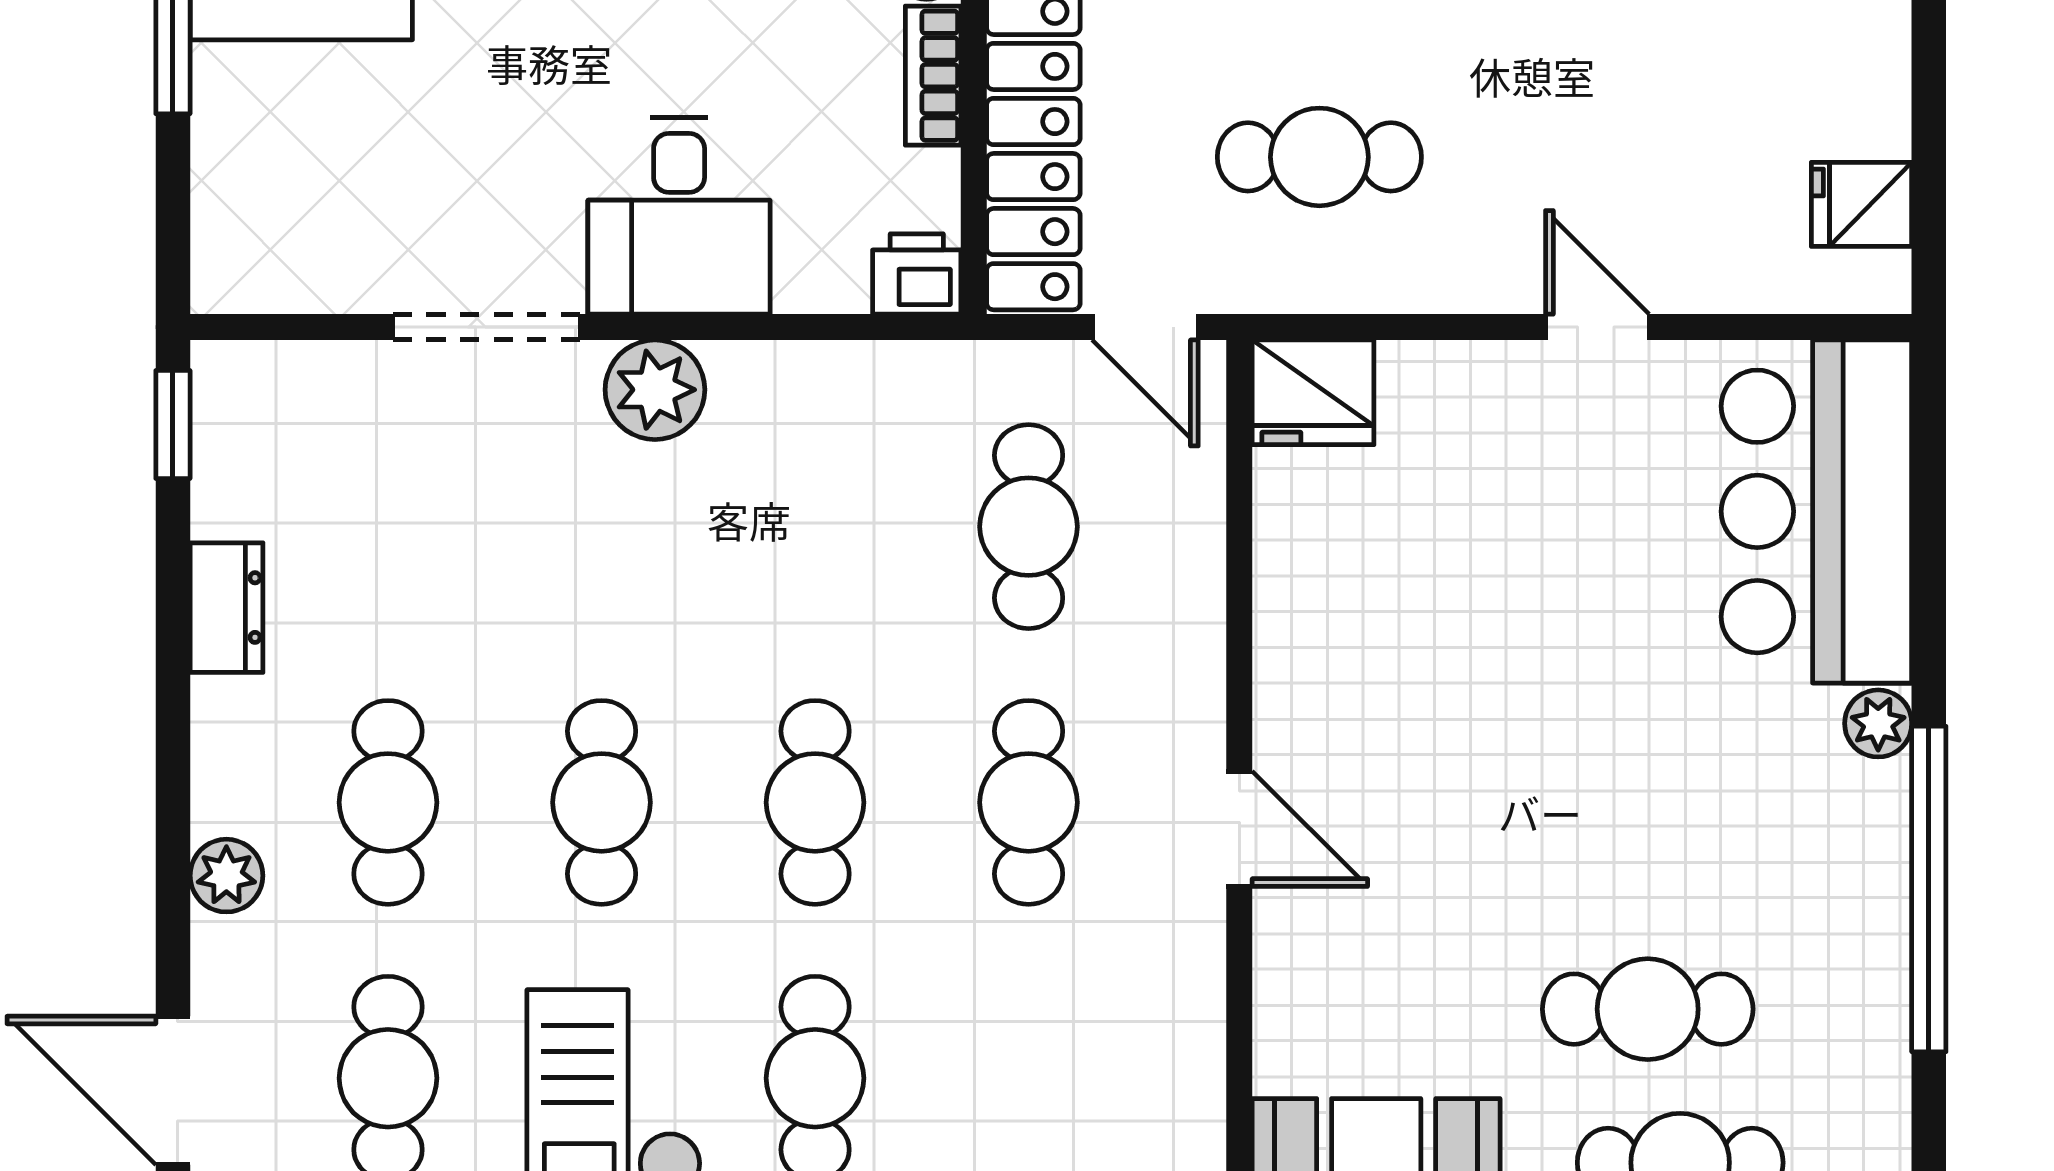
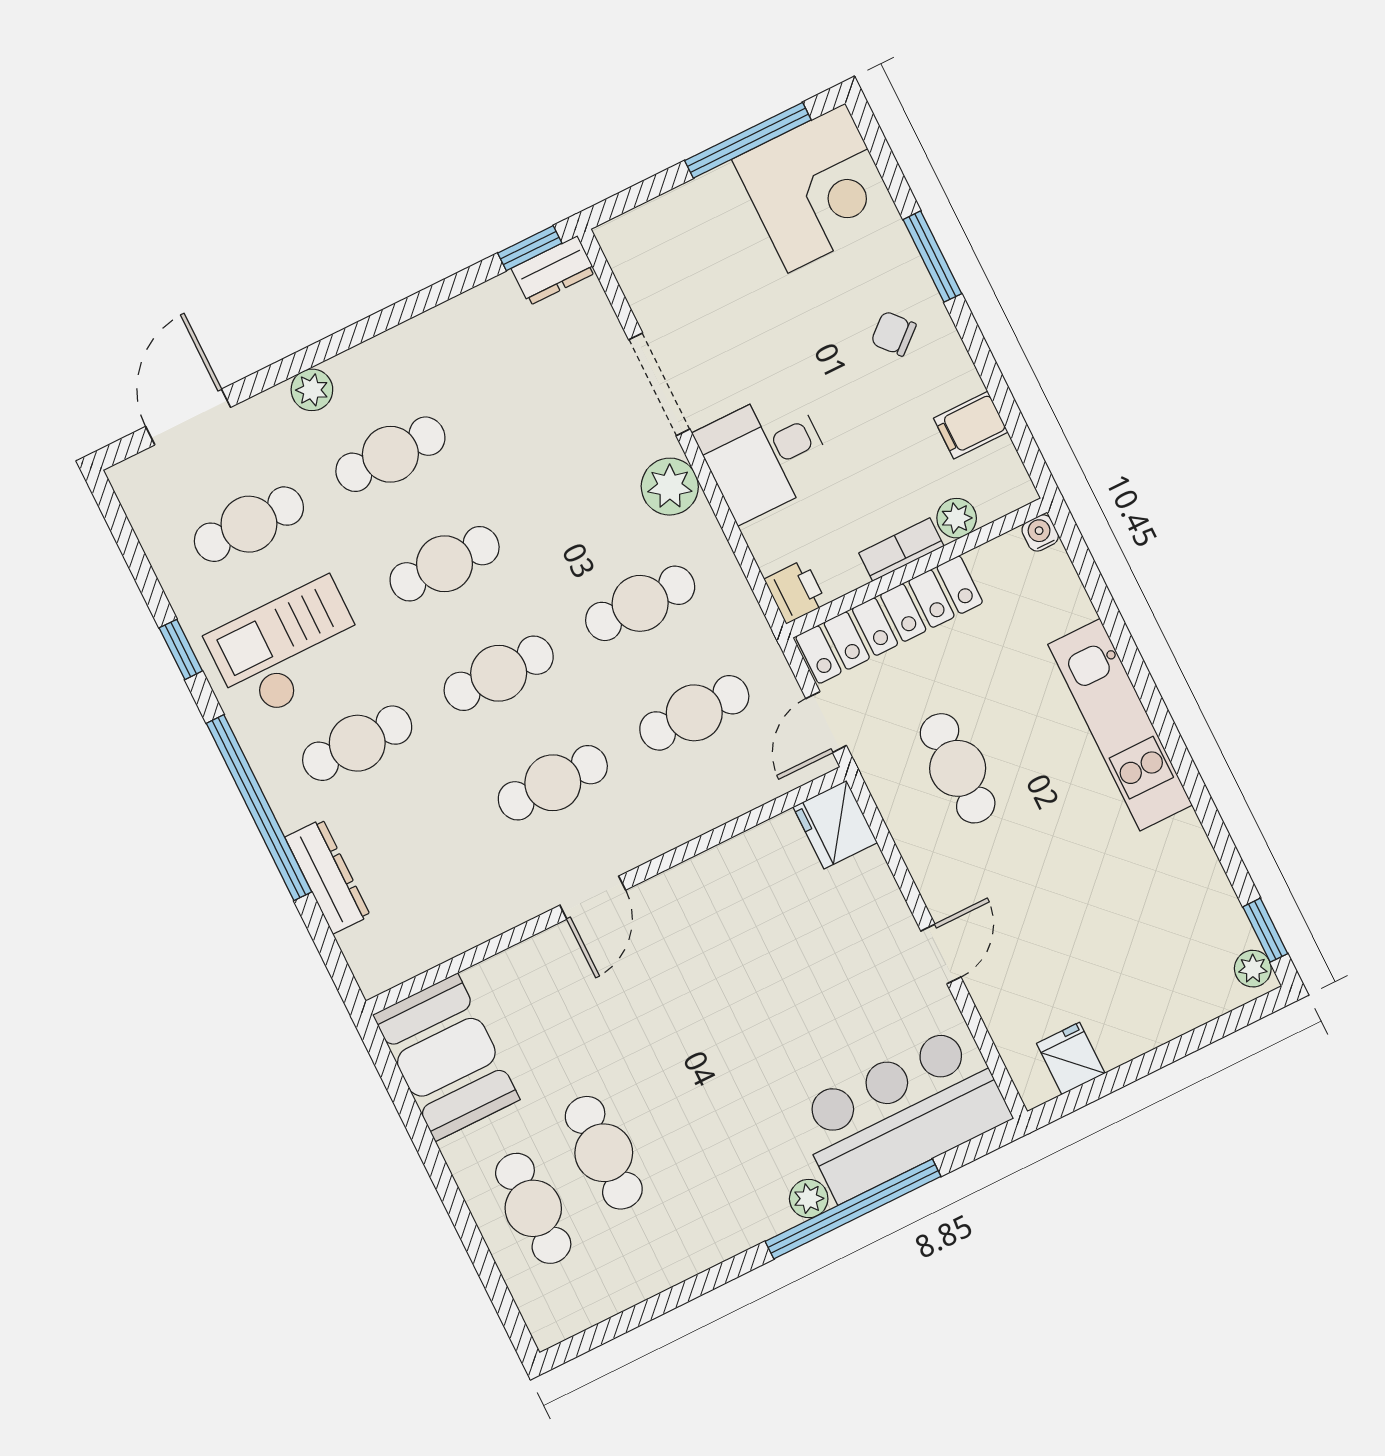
cafe table: (815, 527) -> (640, 603), added
dresser: (227, 608) -> (553, 271), moved
window: (1929, 889) -> (853, 1209), moved

